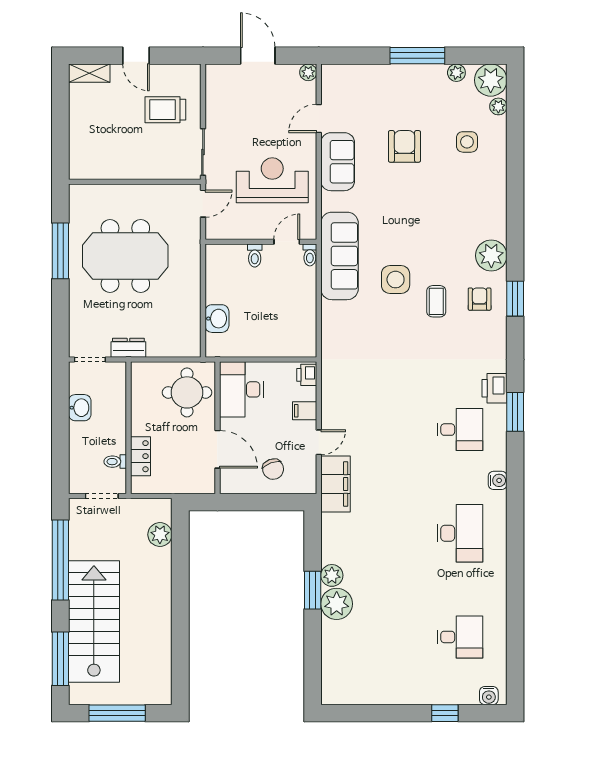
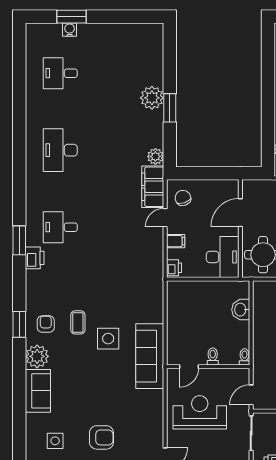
armchair: (404, 146) -> (101, 437), turned -90
sofa: (338, 162) -> (38, 391), moved, turned 180
reception desk: (272, 180) -> (200, 412), turned 180
toilet: (310, 255) -> (245, 357), moved
armchair: (480, 299) -> (46, 324), turned 180
door: (217, 449) -> (240, 213), hinge flipped
chair: (273, 469) -> (183, 198), moved
water cooler: (498, 480) -> (32, 189), removed
plant: (332, 575) -> (155, 156), moved
water cooler: (489, 696) -> (70, 30), moved
window: (445, 713) -> (72, 17), width x1.50

